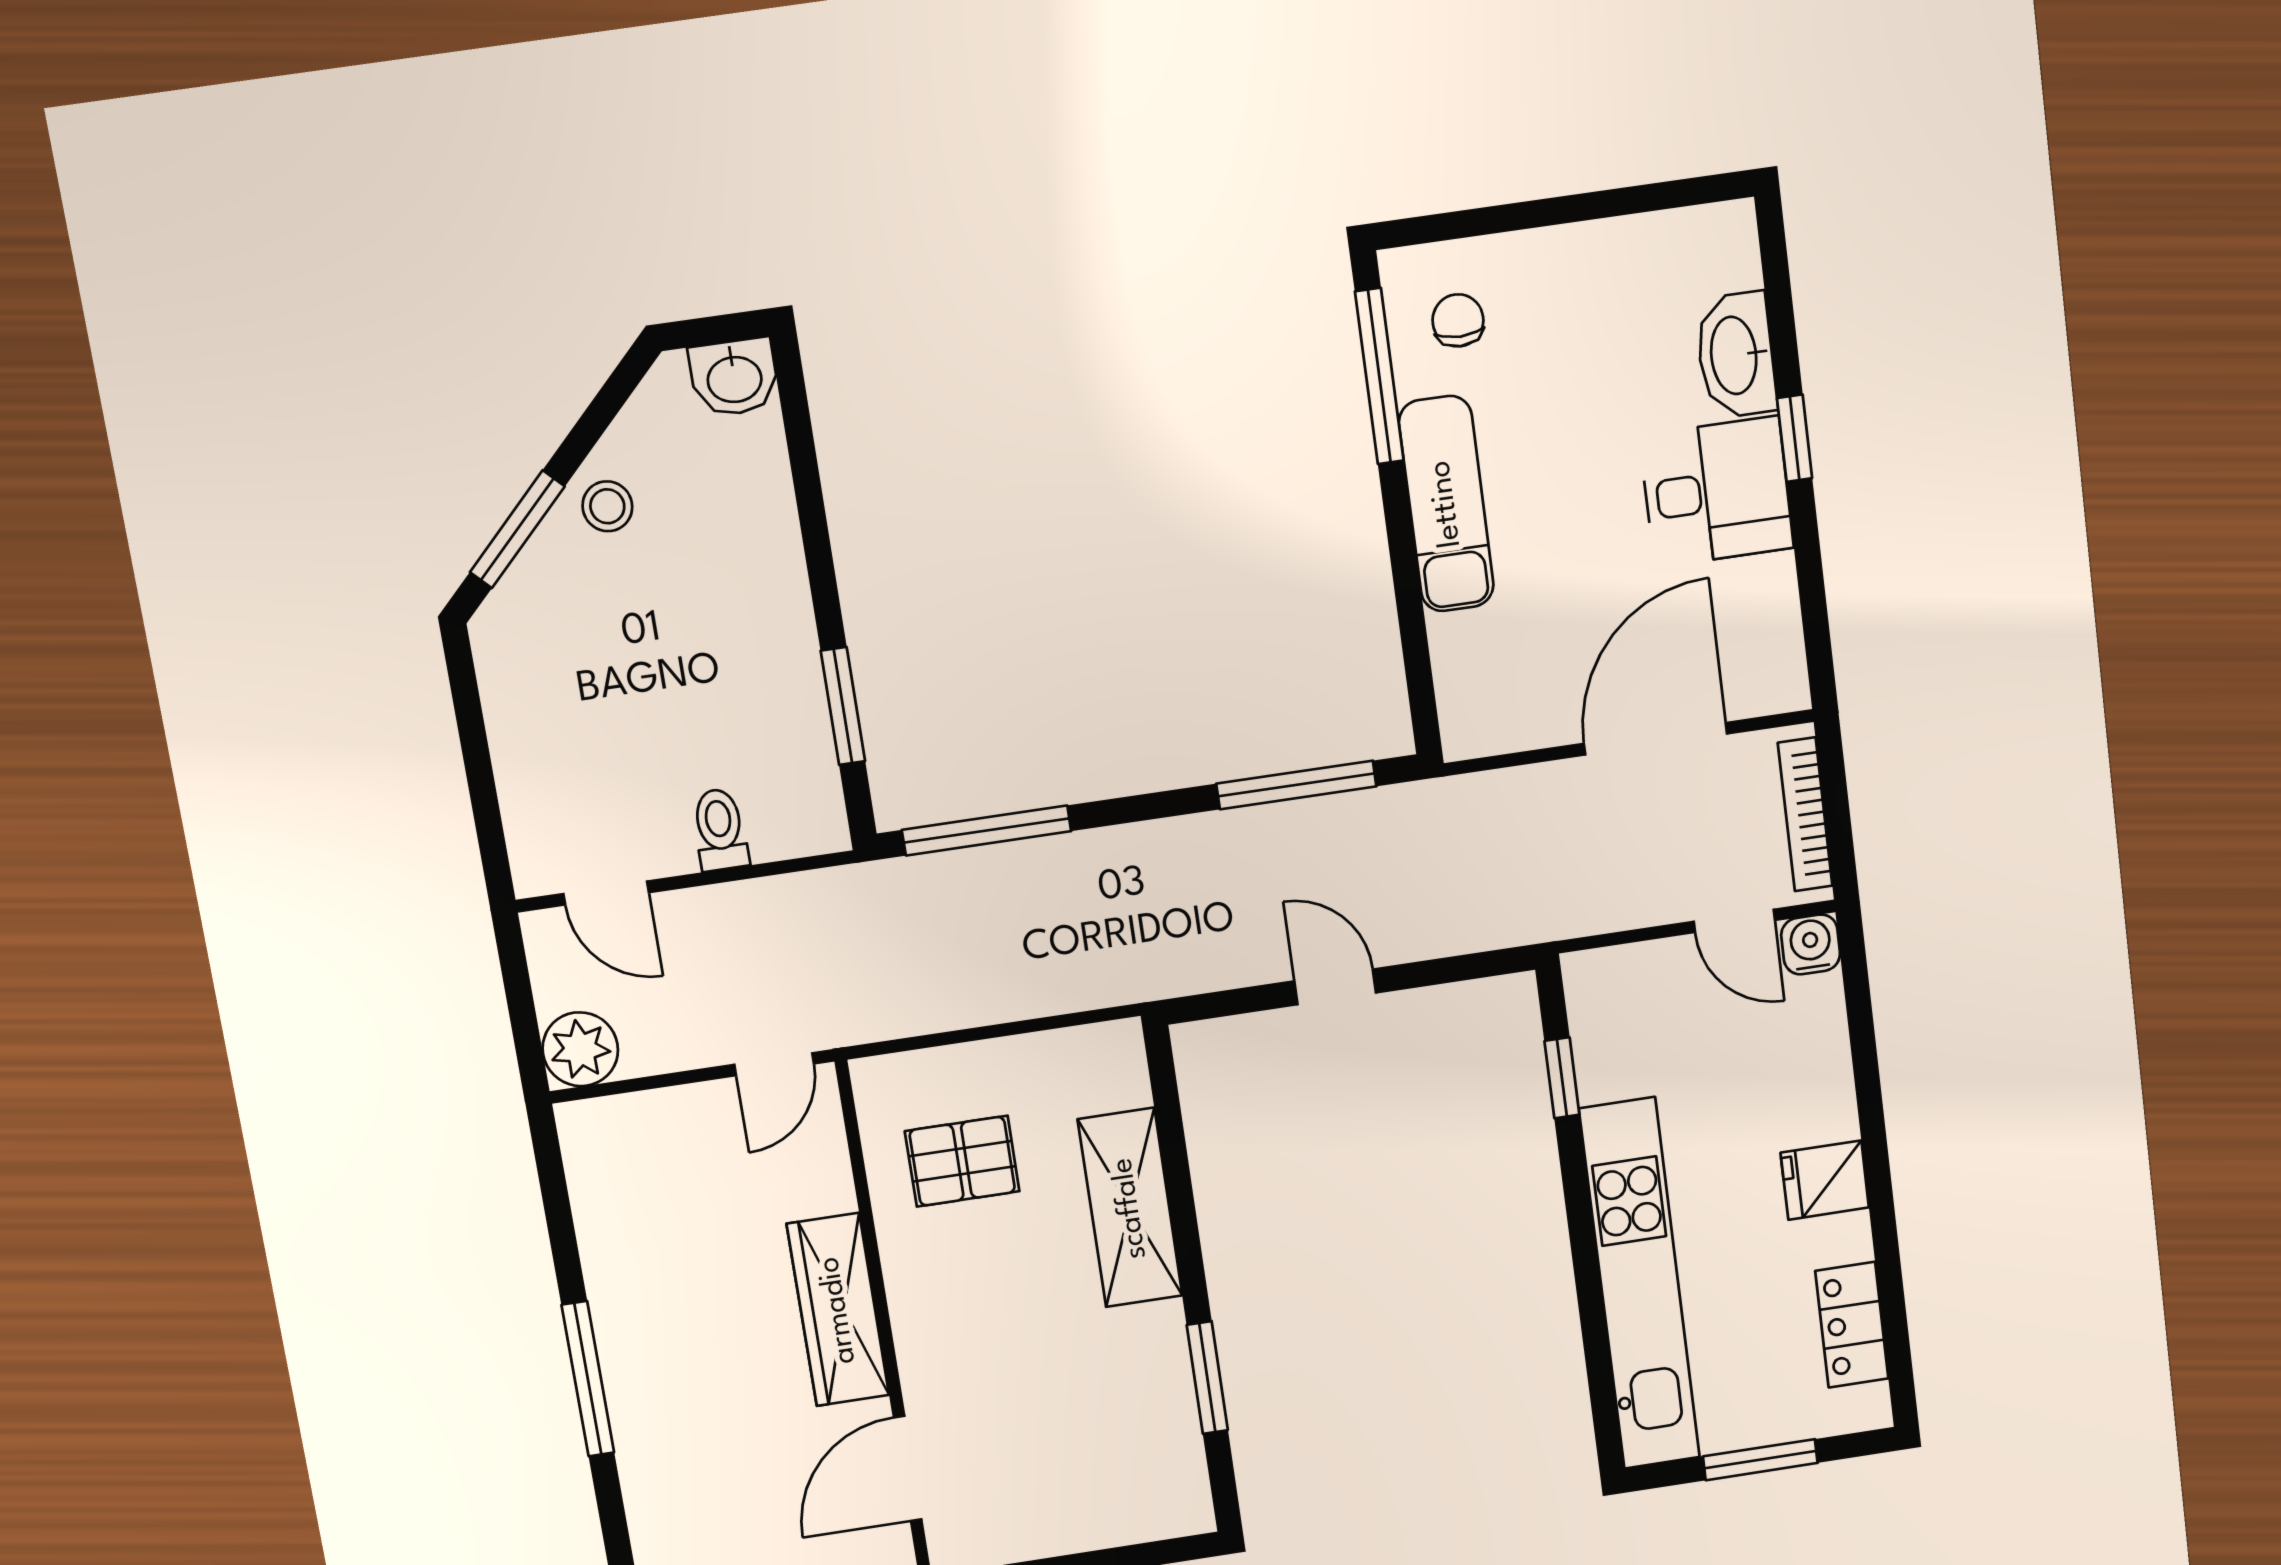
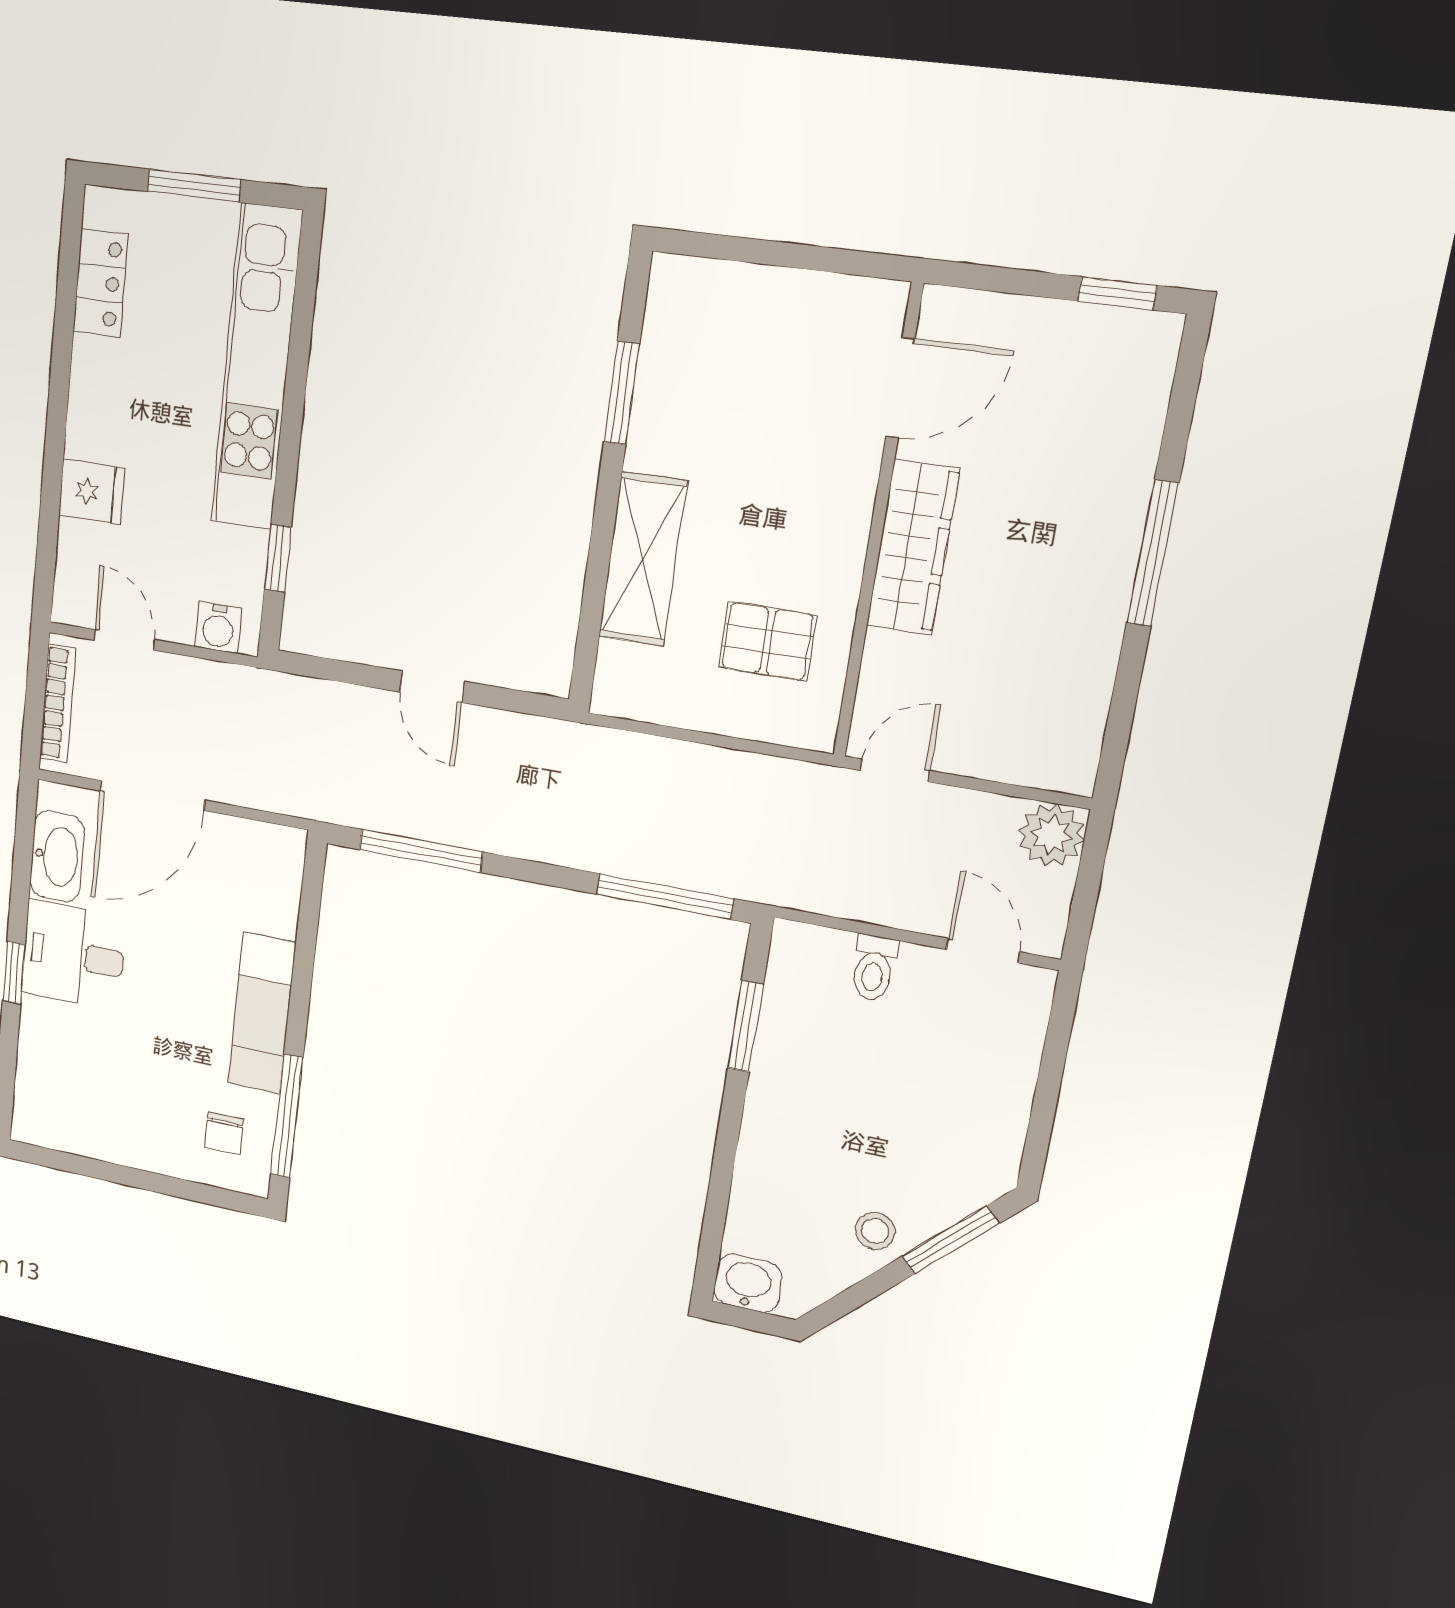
washbasin: (1736, 355) -> (57, 856), moved
water cooler: (1811, 944) -> (218, 628), moved
fridge: (1825, 1180) -> (92, 492), moved

